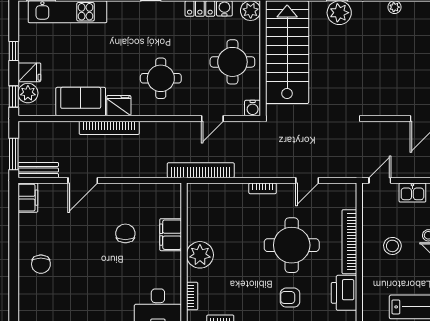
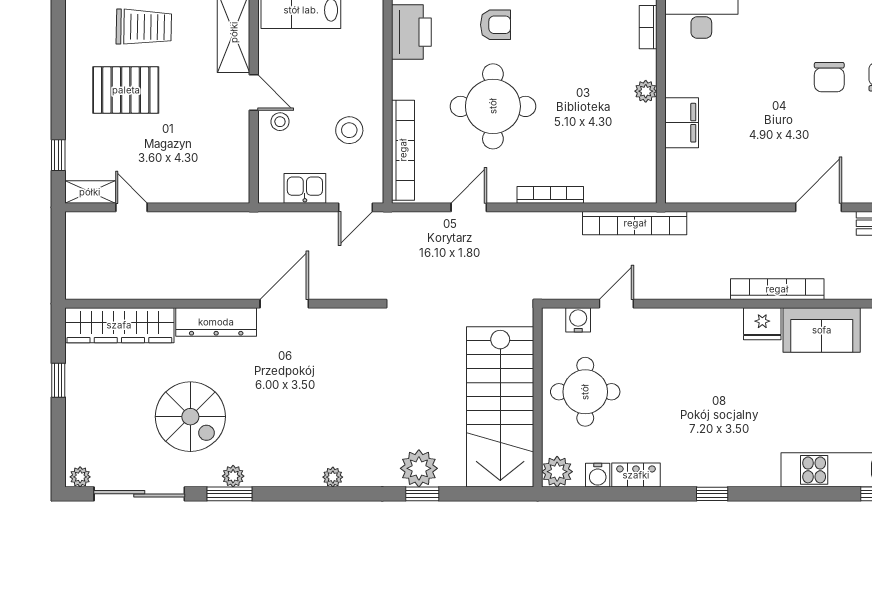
round table: (161, 78) -> (697, 366), removed
water cooler: (253, 108) -> (578, 320), moved
bookcase: (263, 188) -> (550, 195), width x1.56
chair: (125, 233) -> (829, 77), moved
bookcase: (349, 242) -> (403, 150), moved
stool: (392, 246) -> (349, 130), moved
plant: (200, 255) -> (646, 91), width x0.53, depth x0.53

